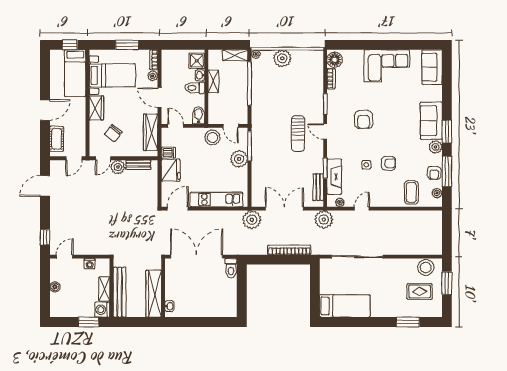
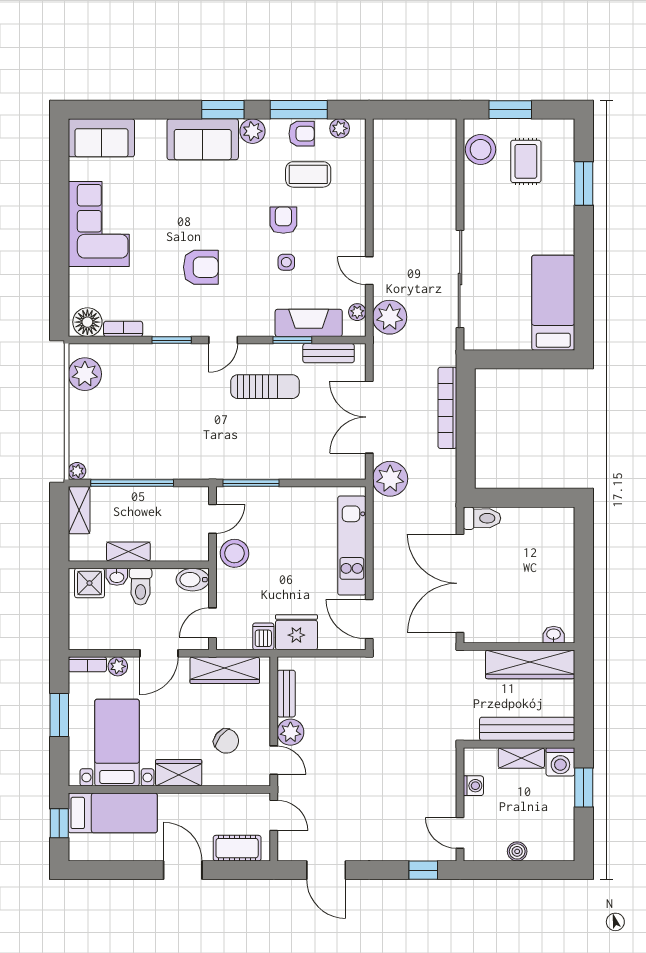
plant: (282, 58) -> (85, 374), moved
sun lounger: (298, 134) -> (265, 387), moved
plant: (239, 159) -> (275, 503), removed
coffee table: (411, 192) -> (308, 174), moved
plant: (324, 219) -> (390, 317), moved

